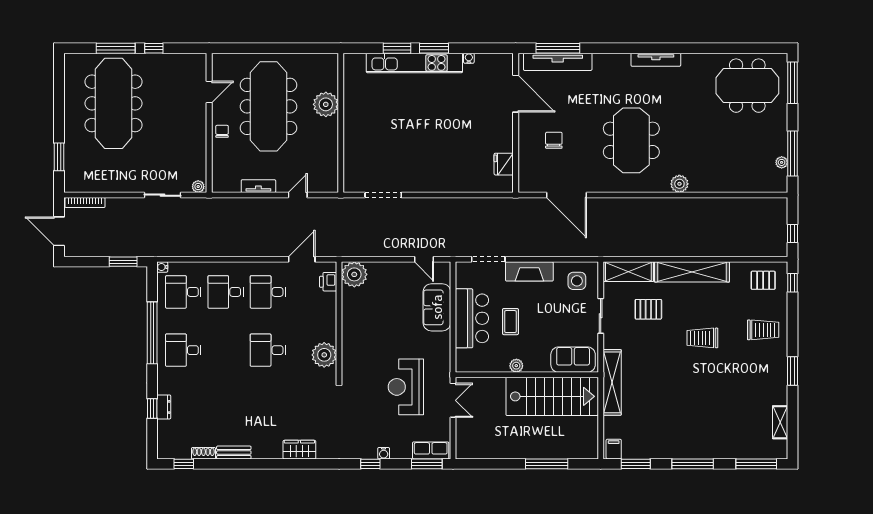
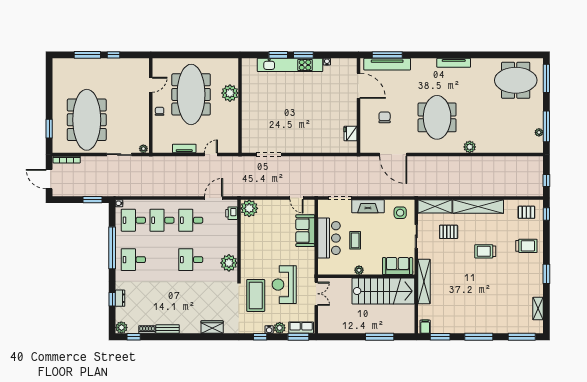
meeting table: (114, 103) -> (87, 120), moved
coffee table: (364, 403) -> (256, 295), added
plant: (166, 450) -> (121, 328), added
plant: (399, 451) -> (280, 328), added

